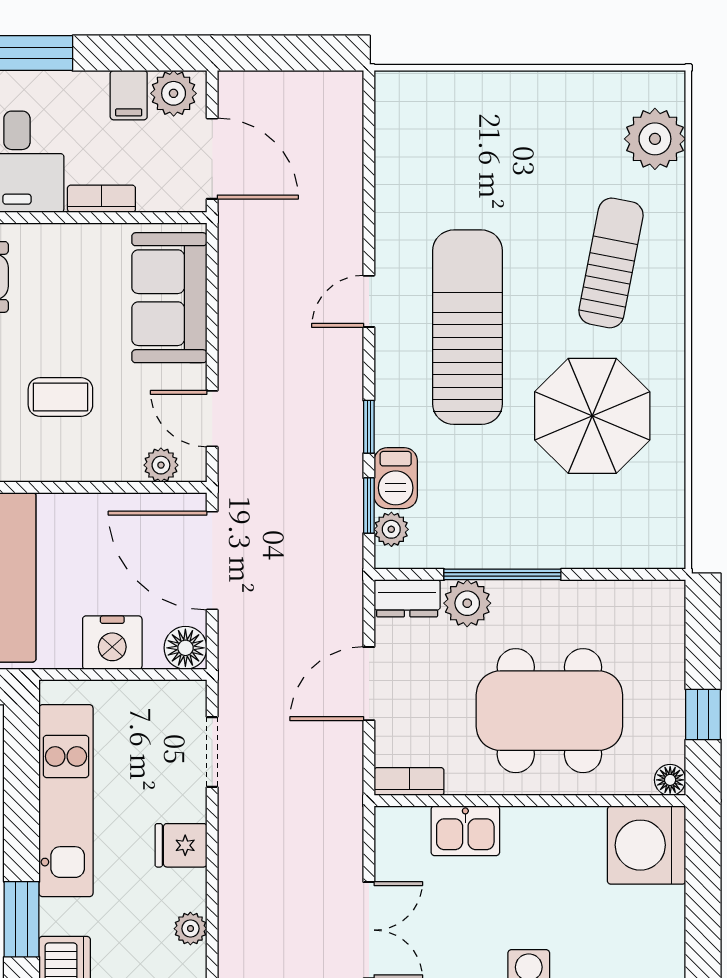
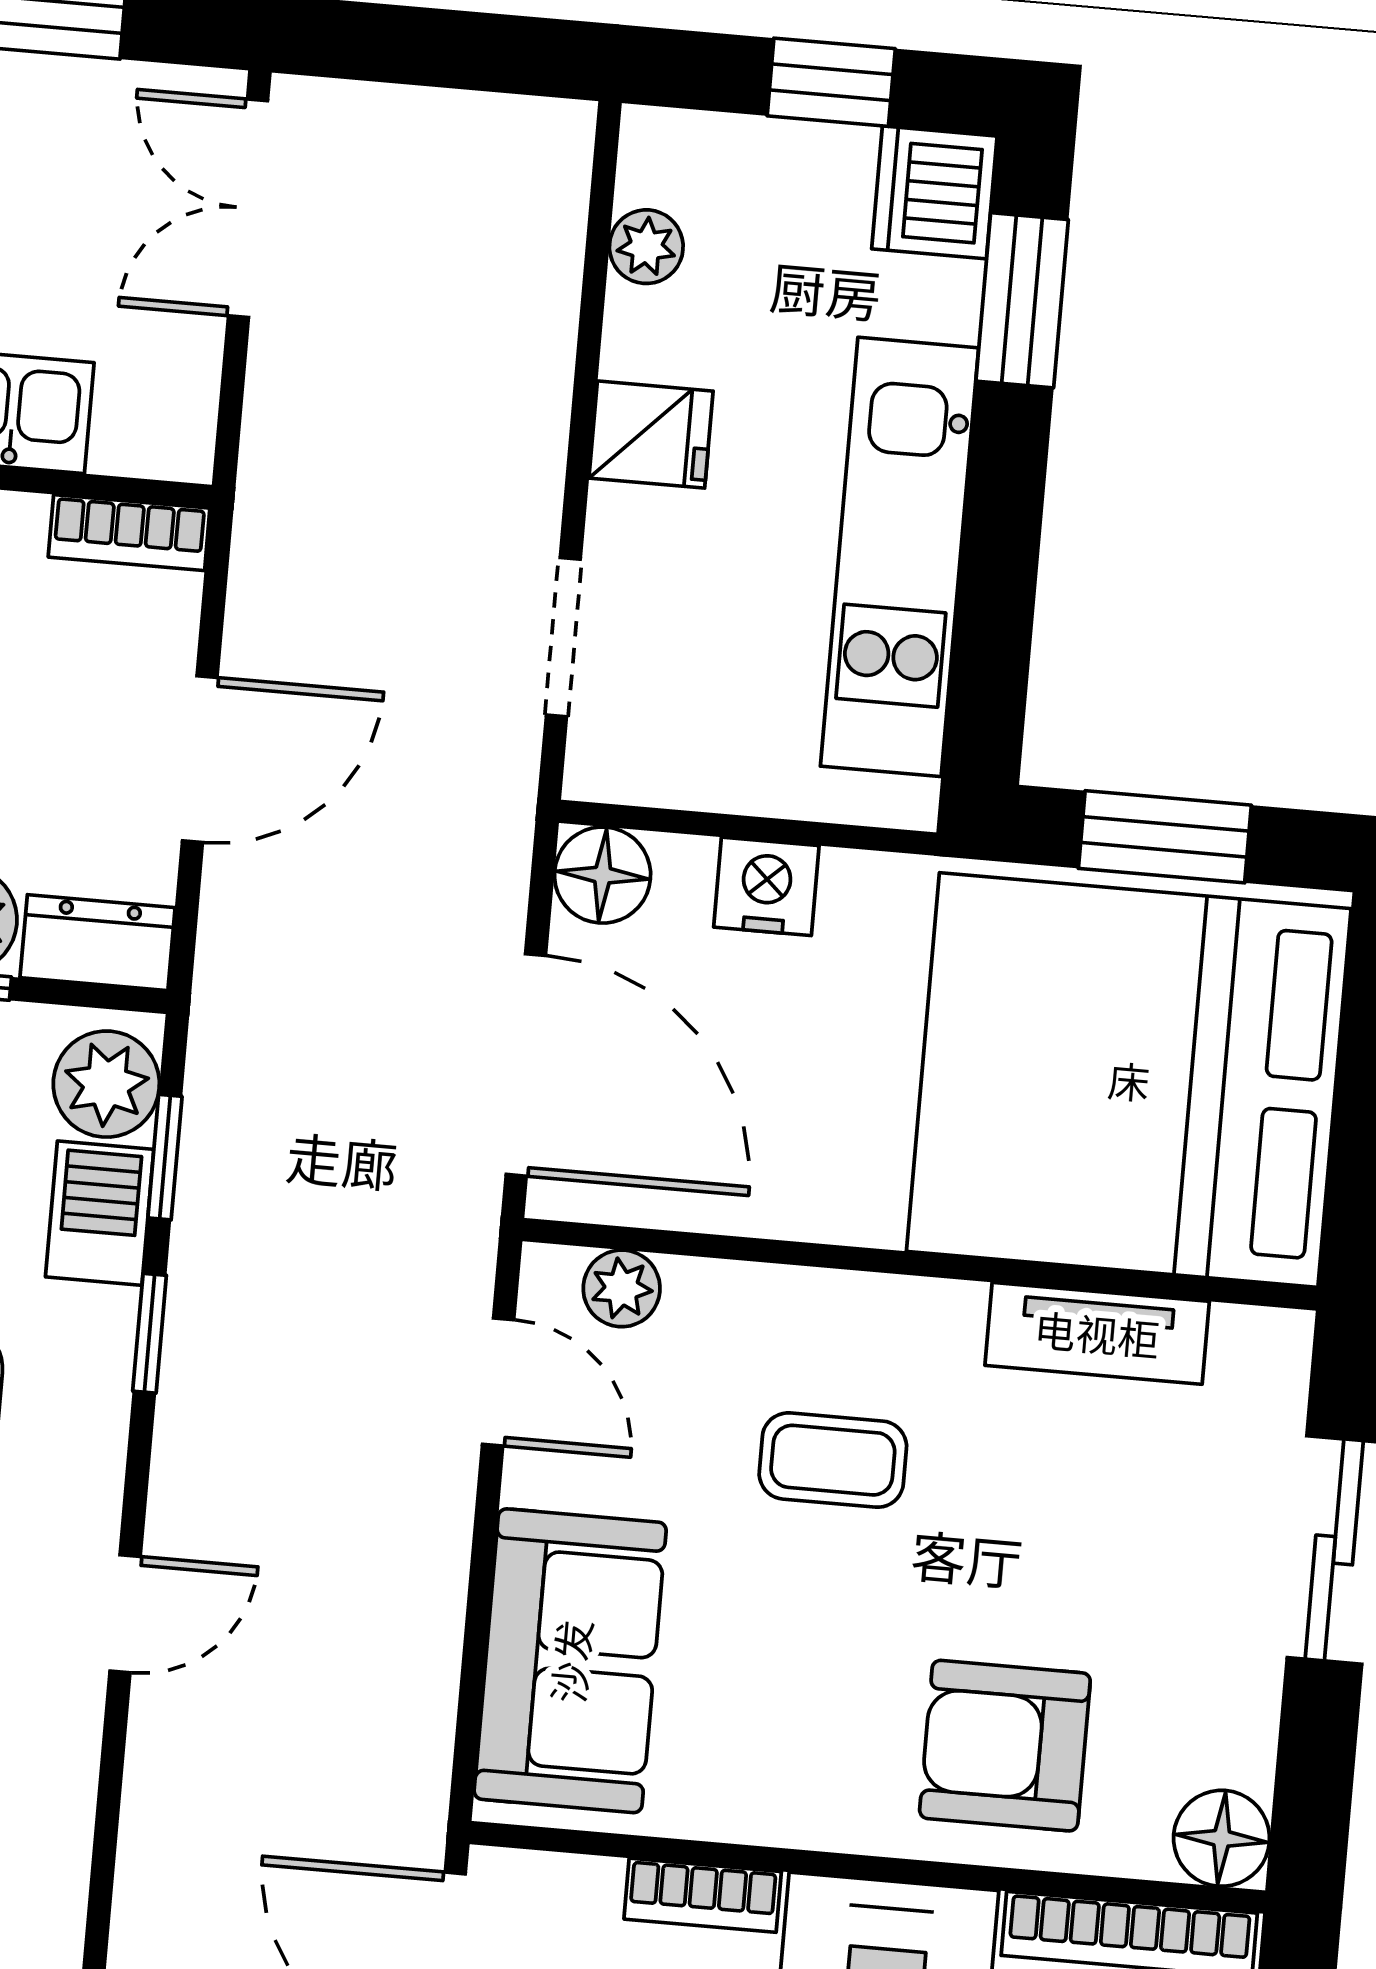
plant: (391, 529) -> (106, 1084), width x1.38, depth x1.38
nightstand: (112, 643) -> (766, 886), width x0.74, depth x0.75

